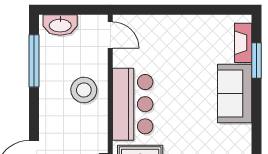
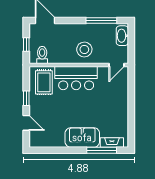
window: (256, 60) -> (102, 150), width x1.44

